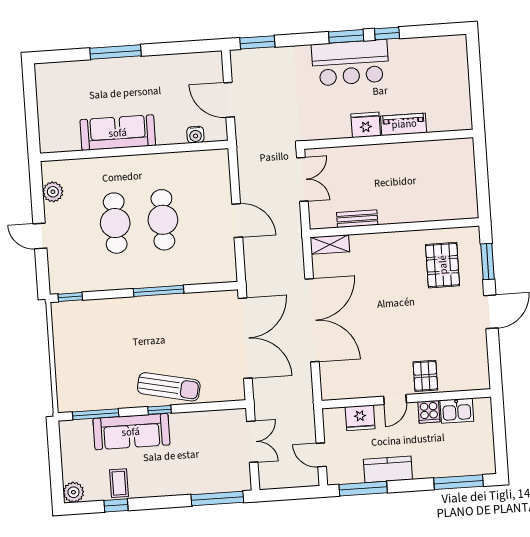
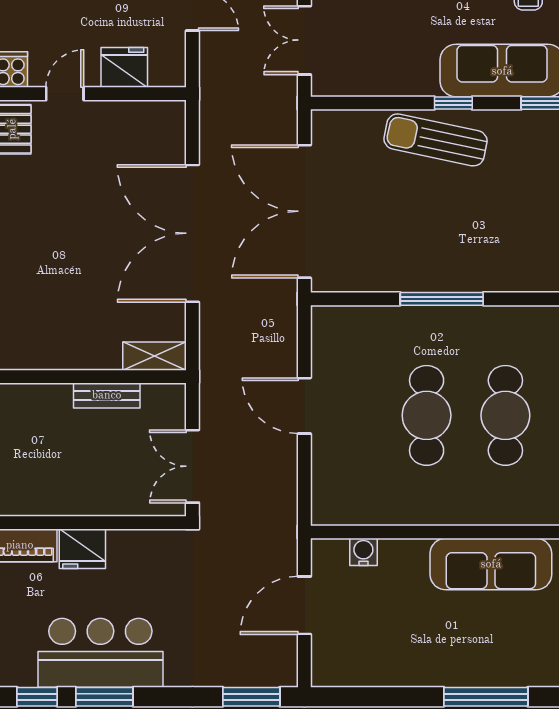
door: (229, 100) -> (304, 605), swing flipped

